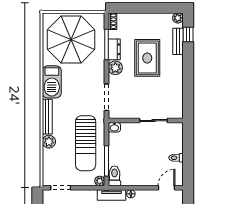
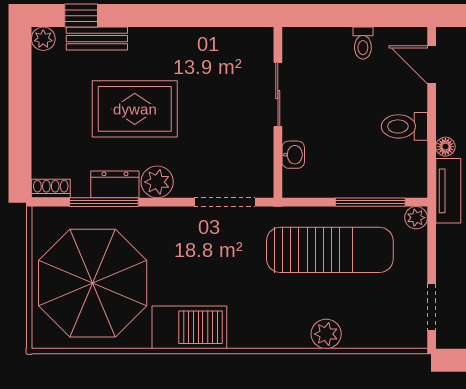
bench: (47, 117) -> (269, 338), removed
washbasin: (114, 127) -> (293, 155), moved
toilet: (114, 176) -> (404, 126), moved

